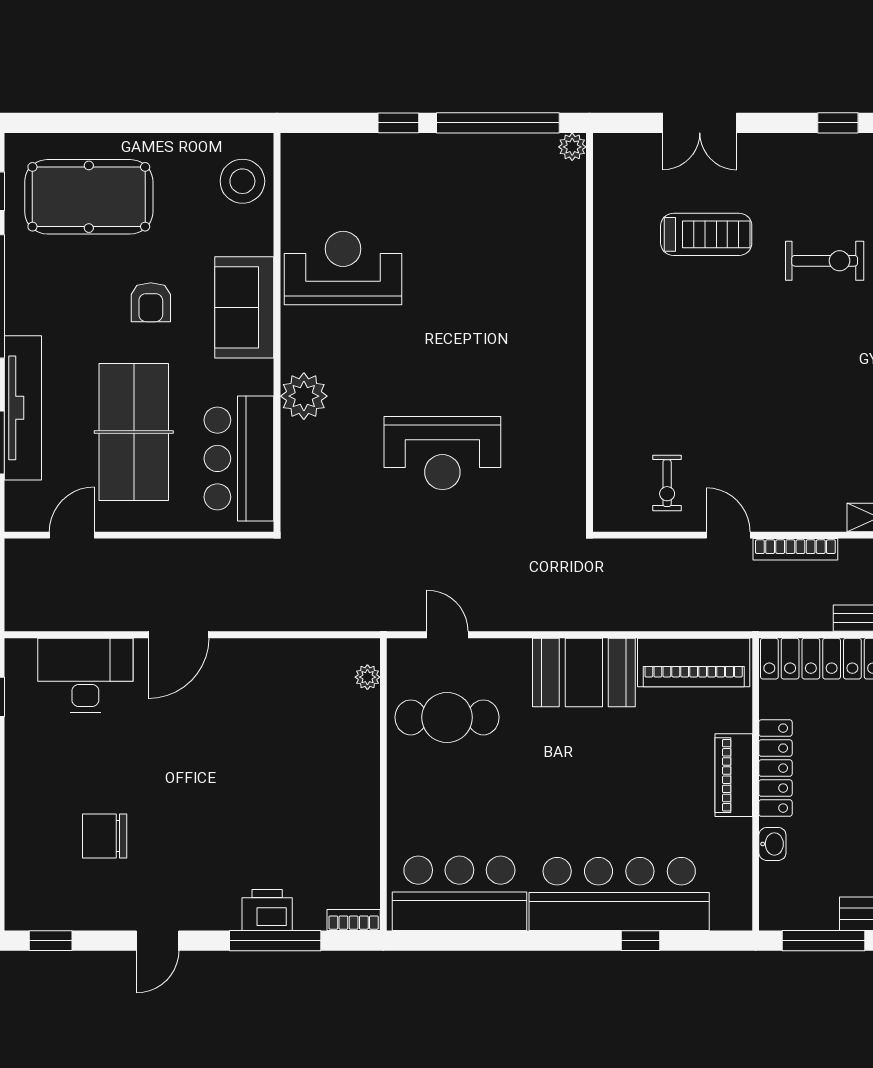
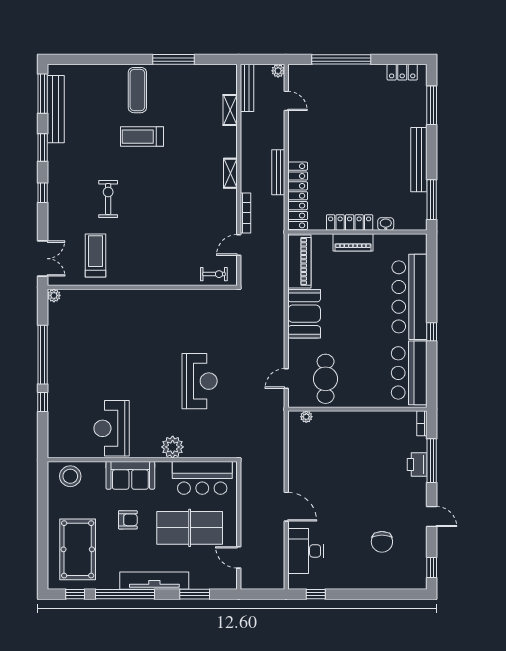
plant: (572, 147) -> (54, 295), moved
wall: (589, 332) -> (142, 287), moved
tv unit: (23, 408) -> (154, 581), moved
window: (640, 941) -> (432, 332), moved

